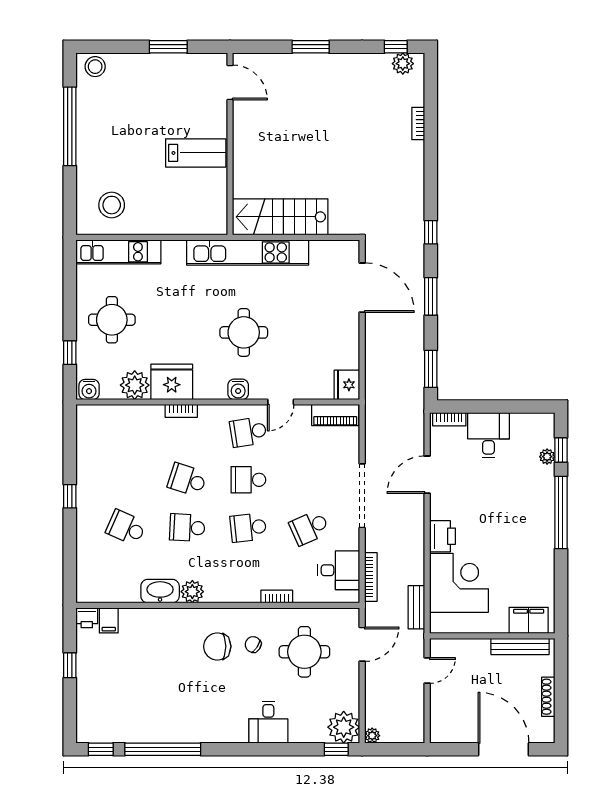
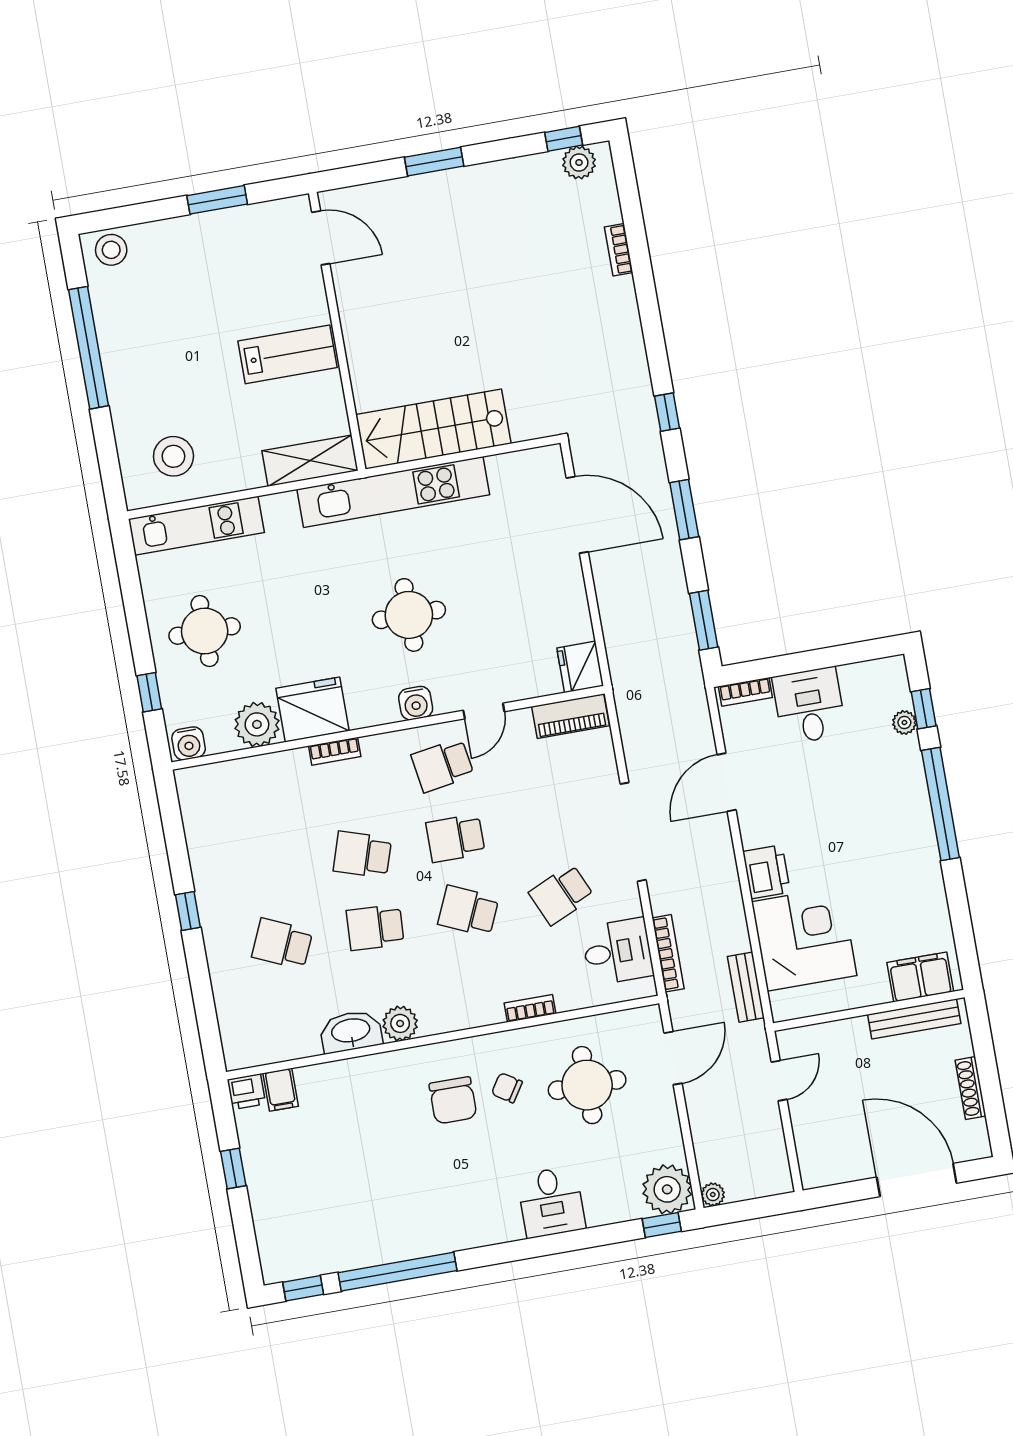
shelving: (198, 223) -> (310, 461), added
school desk: (248, 528) -> (468, 911), turned 30
chair: (217, 646) -> (453, 1100), turned -90

